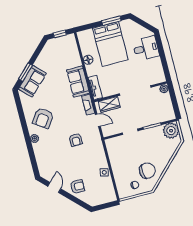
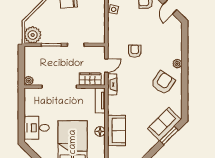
sofa: (78, 82) -> (117, 130), moved
door: (98, 120) -> (106, 66), swing flipped

